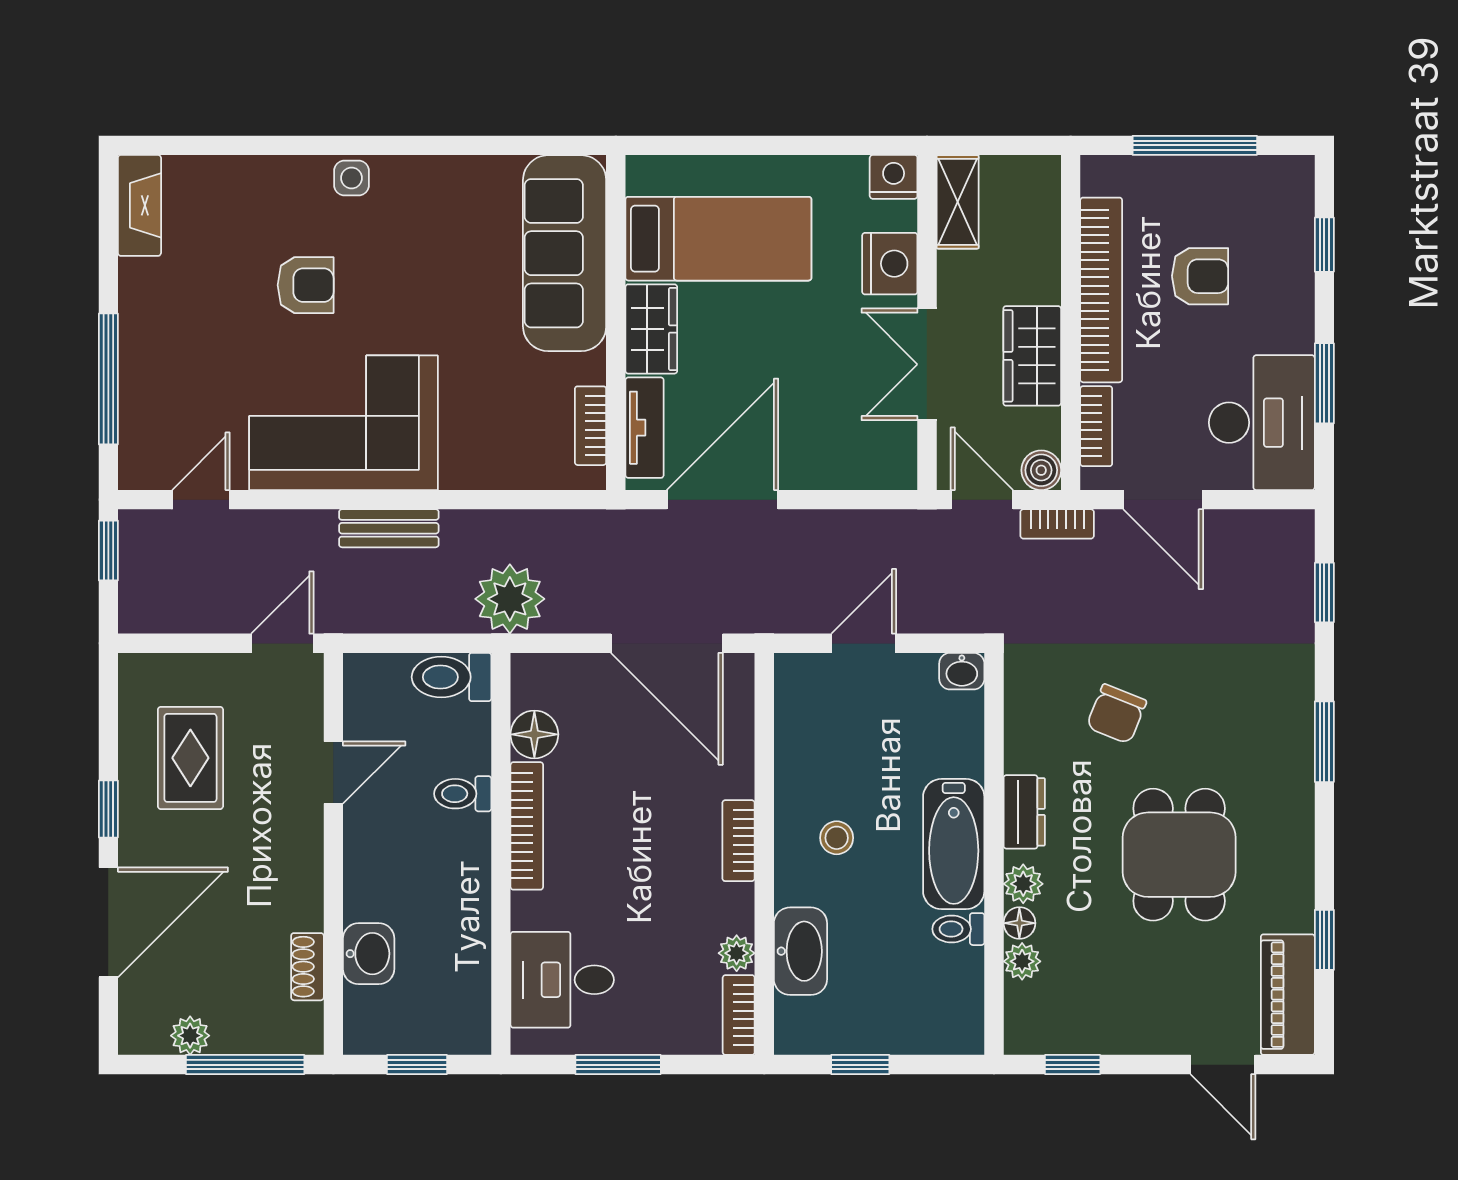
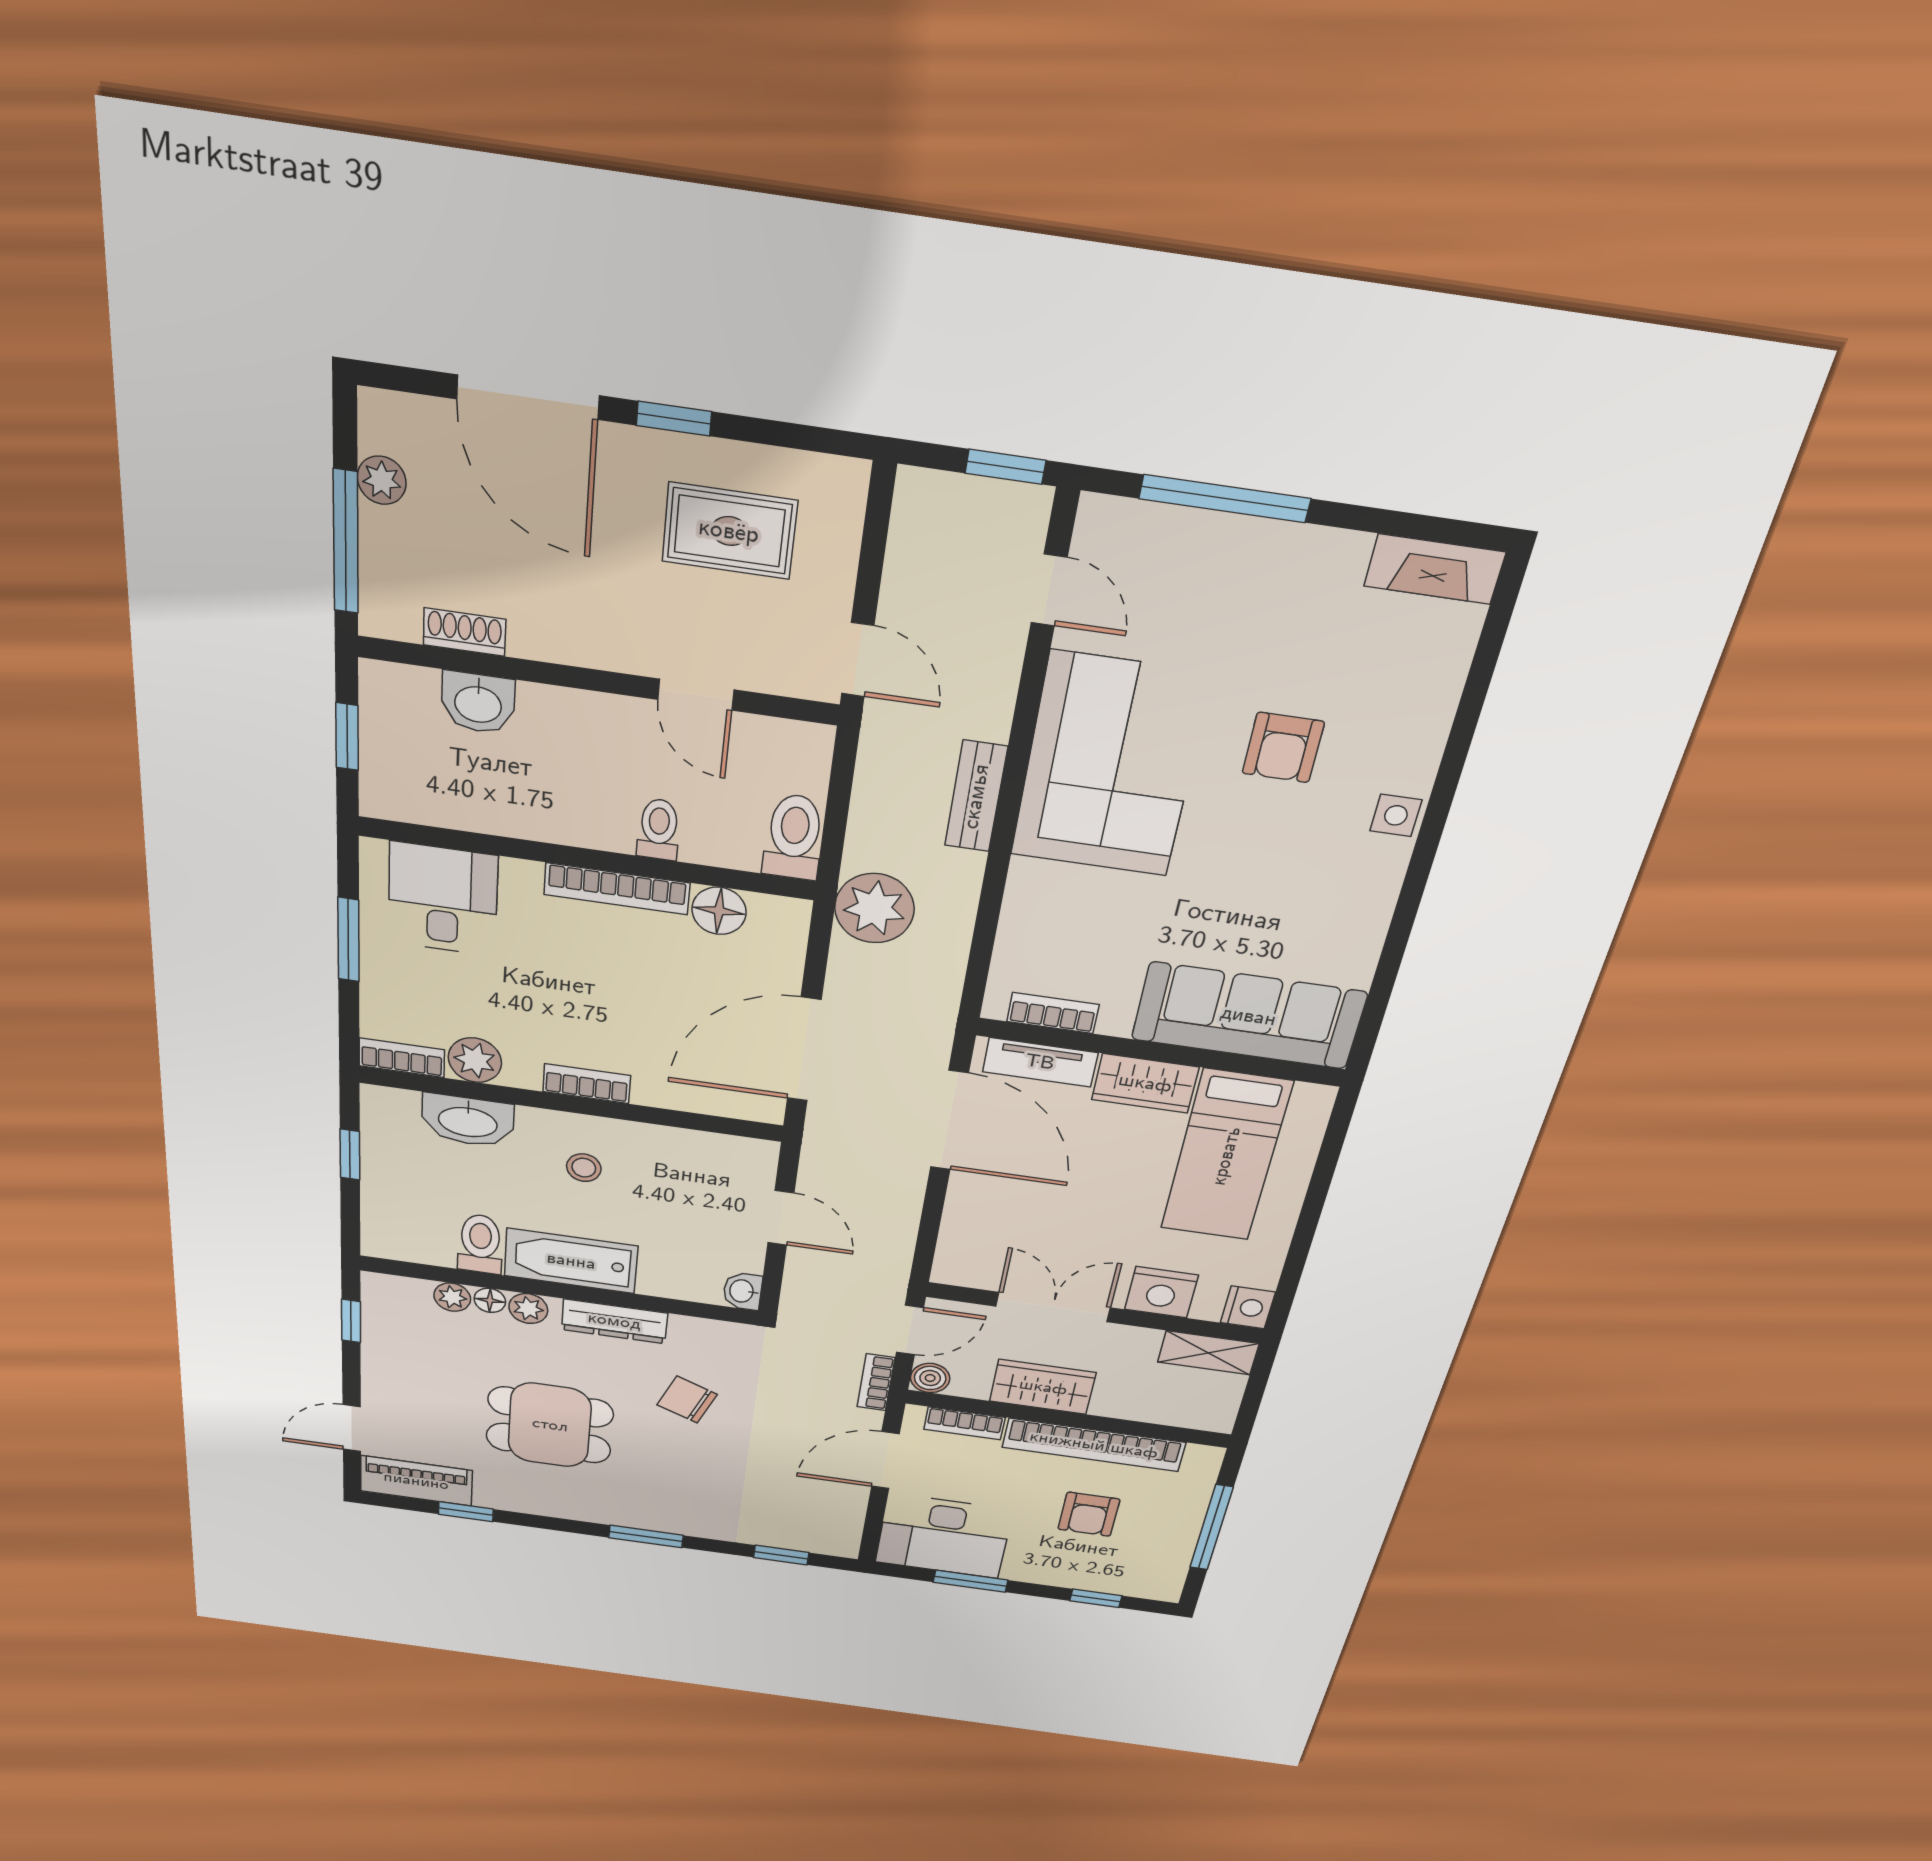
dresser: (1024, 812) -> (614, 1321), width x1.44
toilet: (958, 929) -> (480, 1244), width x1.37, depth x1.39
plant: (737, 953) -> (475, 1060), width x1.38, depth x1.38

